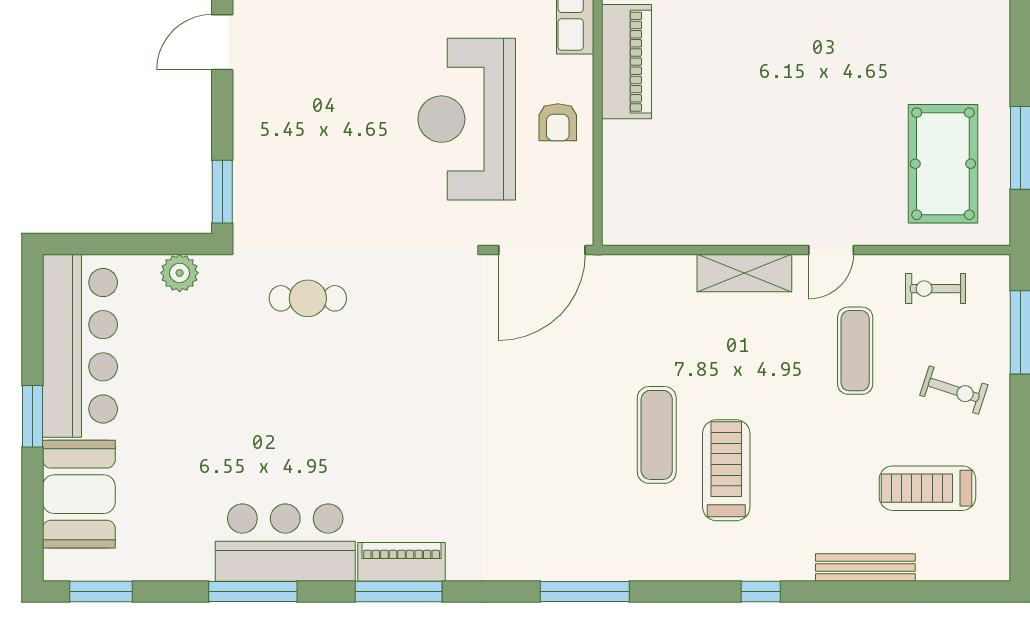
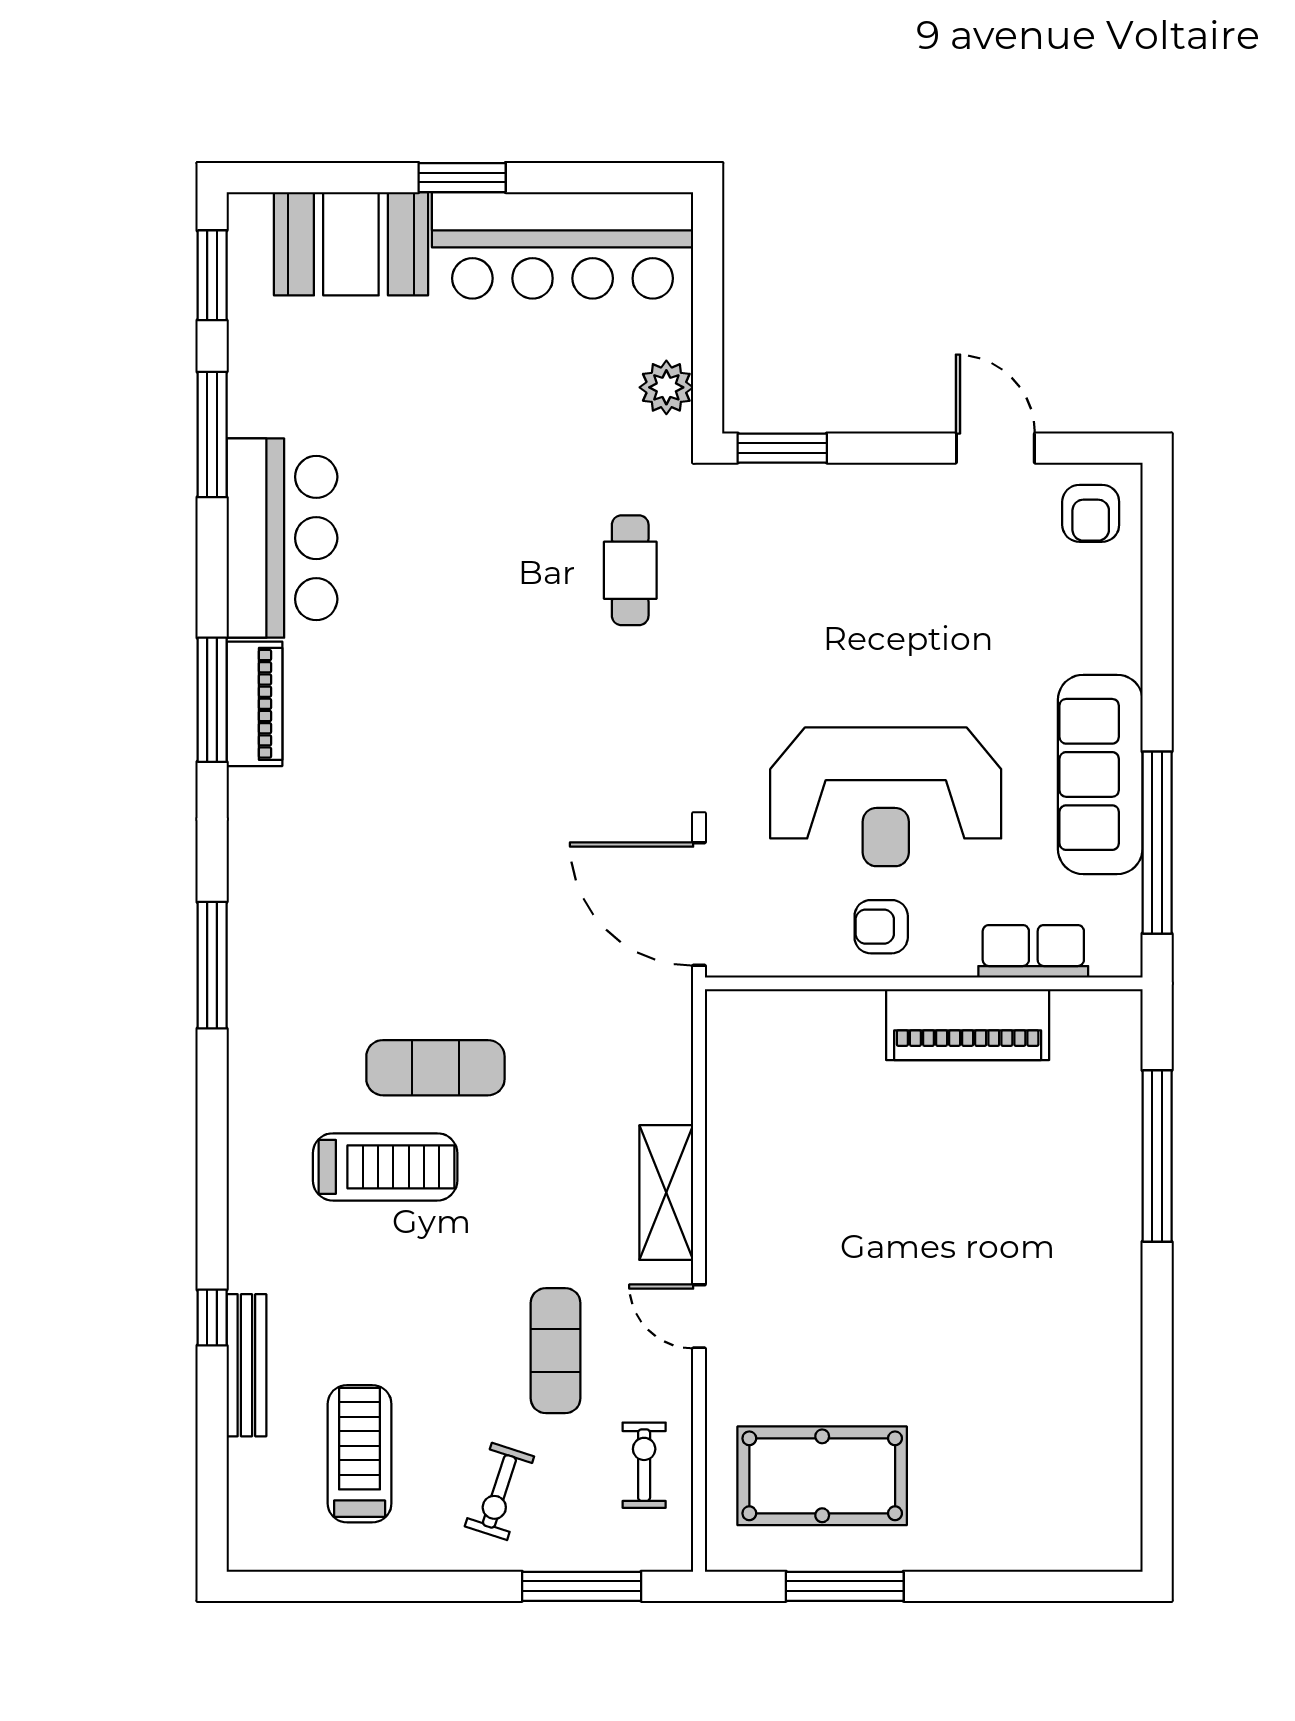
reception desk: (467, 119) -> (886, 797), turned 180
exercise mat: (855, 351) -> (556, 1351), turned 90
window: (253, 592) -> (212, 435), moved
window: (761, 592) -> (212, 1318), moved

